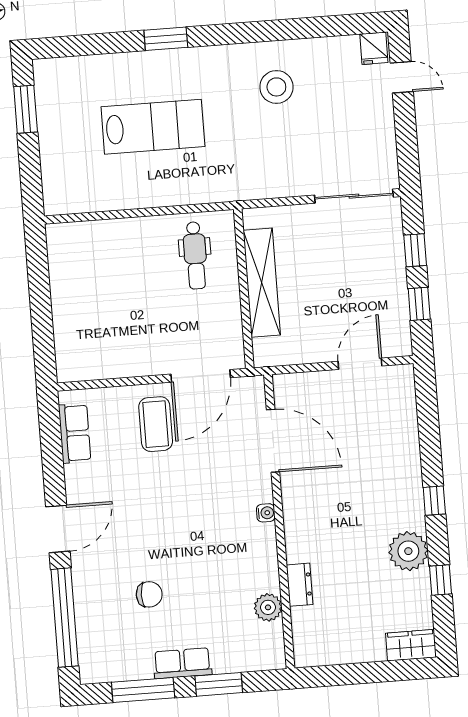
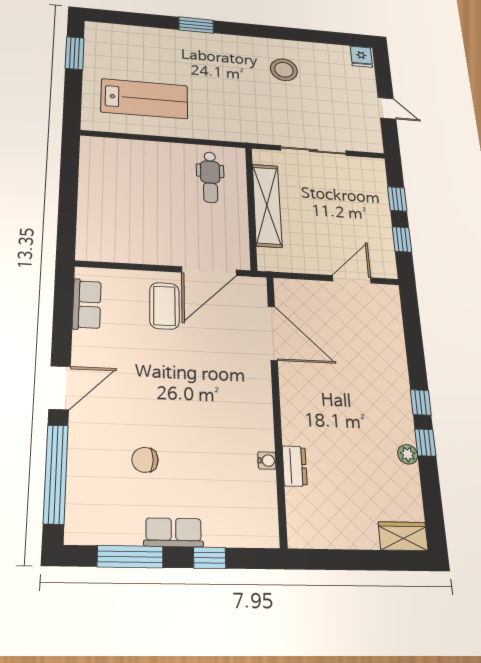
door: (402, 77) -> (387, 108), moved
lab bench: (153, 127) -> (144, 99), moved
sliding door: (354, 196) -> (314, 151), moved
water cooler: (266, 513) -> (267, 461), moved
plant: (408, 551) -> (408, 454), width x0.53, depth x0.53
window: (440, 580) -> (425, 443), moved
chair: (149, 594) -> (145, 460), turned 180
plant: (268, 607) -> (263, 485), removed
window: (219, 684) -> (210, 558), width x0.67

